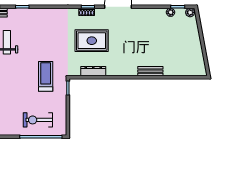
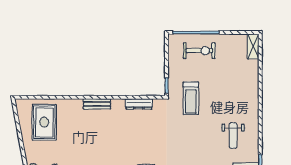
rug: (92, 41) -> (44, 122), moved, turned 90
bench: (150, 71) -> (97, 104), moved

